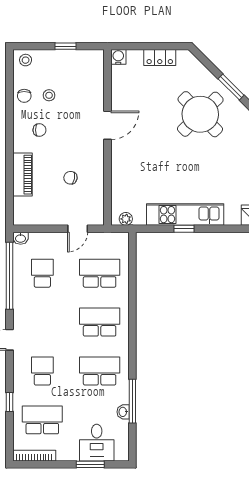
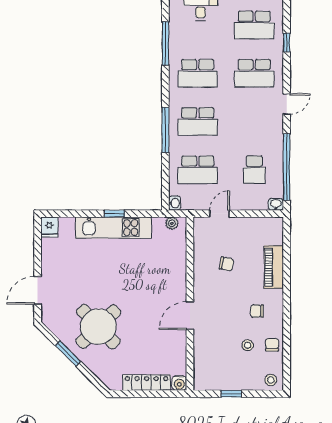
locker: (160, 58) -> (147, 383), width x1.53
window: (132, 314) -> (165, 130), added
school desk: (42, 371) -> (254, 73), width x1.85
washbasin: (123, 412) -> (174, 203), moved

